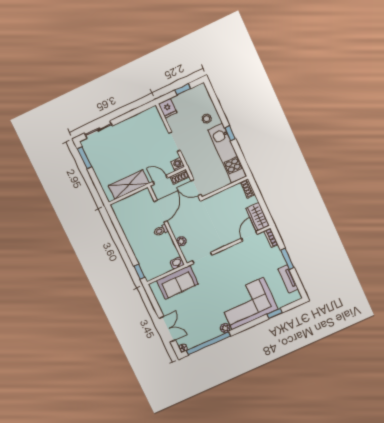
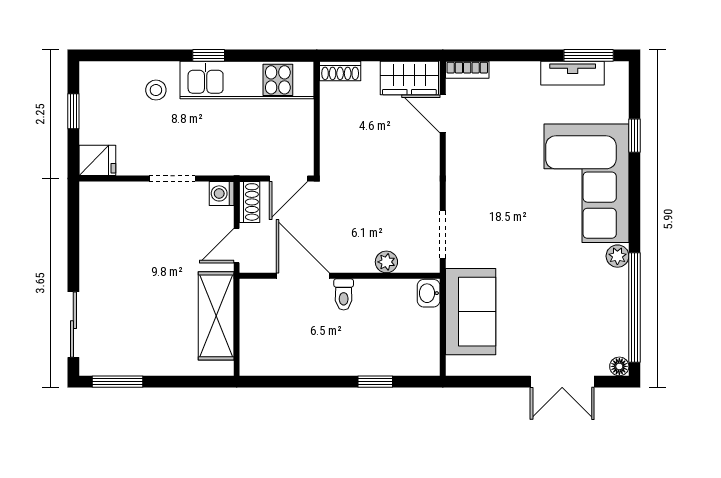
window: (287, 259) -> (589, 55), moved
window: (139, 272) -> (375, 382), moved
double door: (167, 329) -> (562, 382), swing flipped

